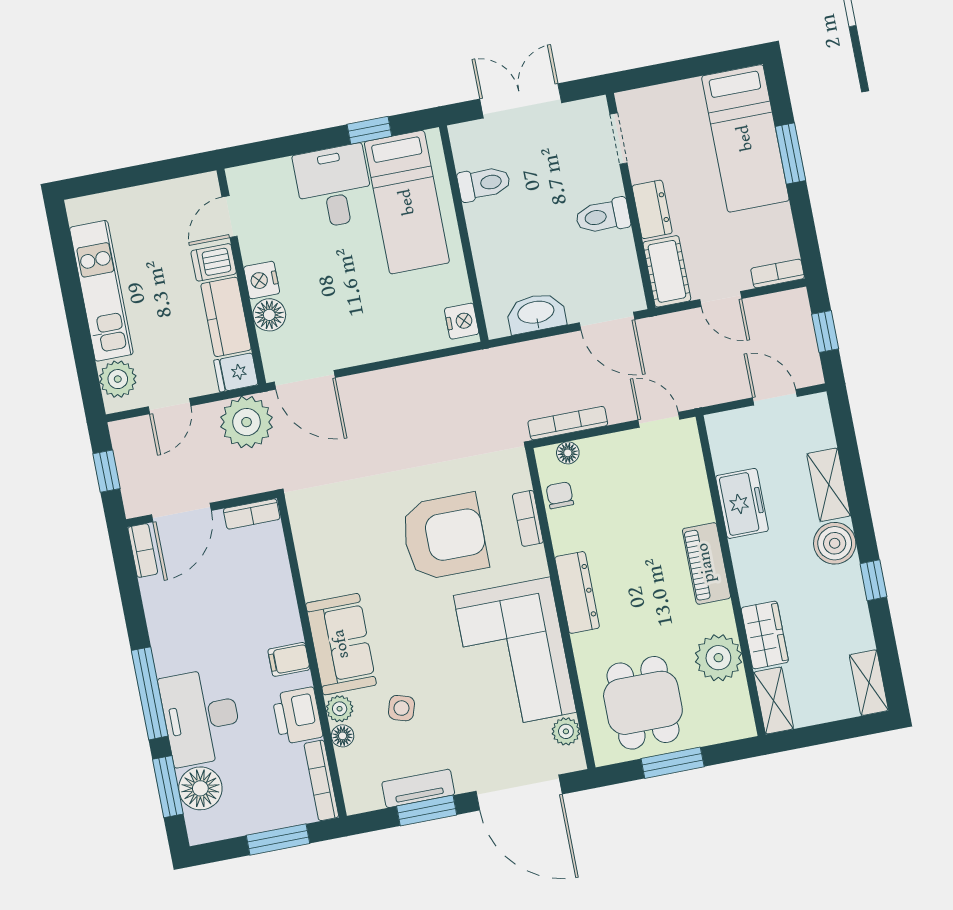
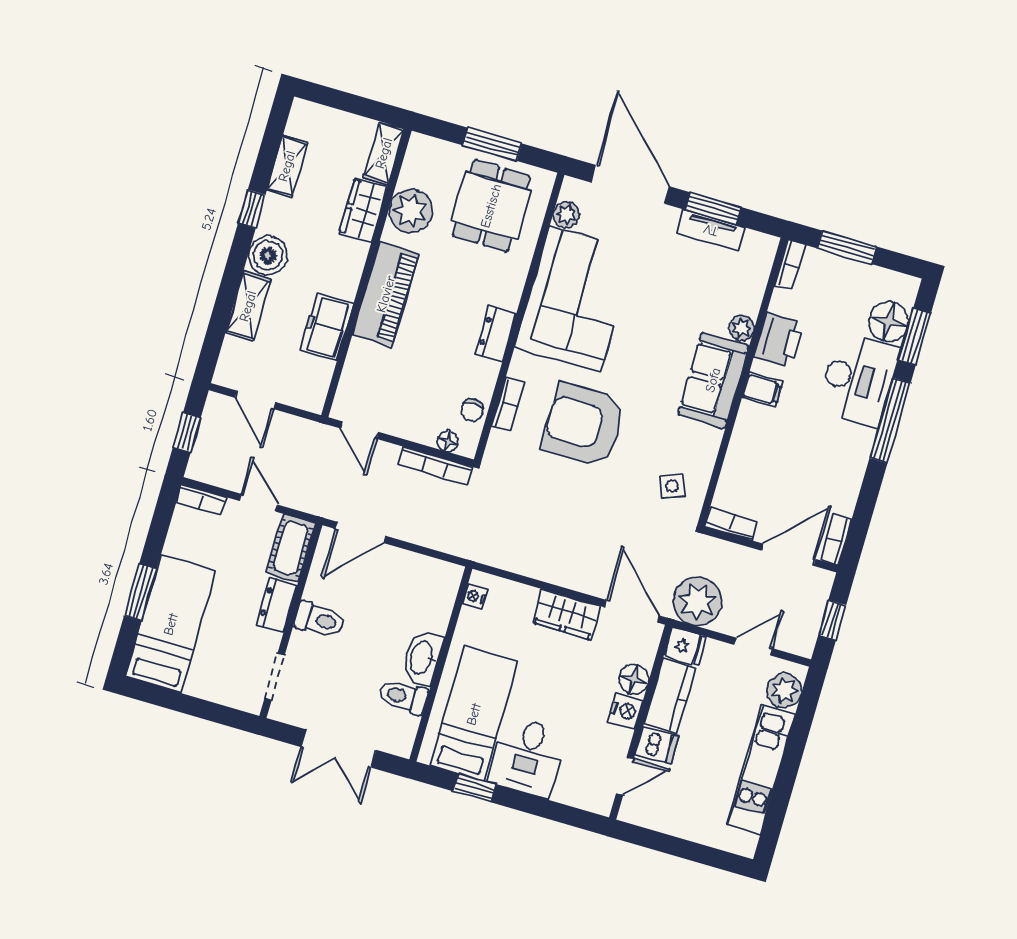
washbasin: (536, 313) -> (422, 658), moved, turned 90
nightstand: (462, 321) -> (475, 596), width x0.72, depth x0.74
door: (607, 321) -> (361, 532), swing flipped
wardrobe: (367, 344) -> (567, 614), added
piano: (706, 563) -> (386, 294), width x1.37, depth x1.33
dresser: (577, 592) -> (496, 334), width x0.70
shelving: (869, 683) -> (287, 166), moved
side table: (401, 708) -> (672, 486), moved, turned -38
floor lamp: (343, 736) -> (751, 305), removed
bookcase: (321, 780) -> (790, 265), width x0.64

